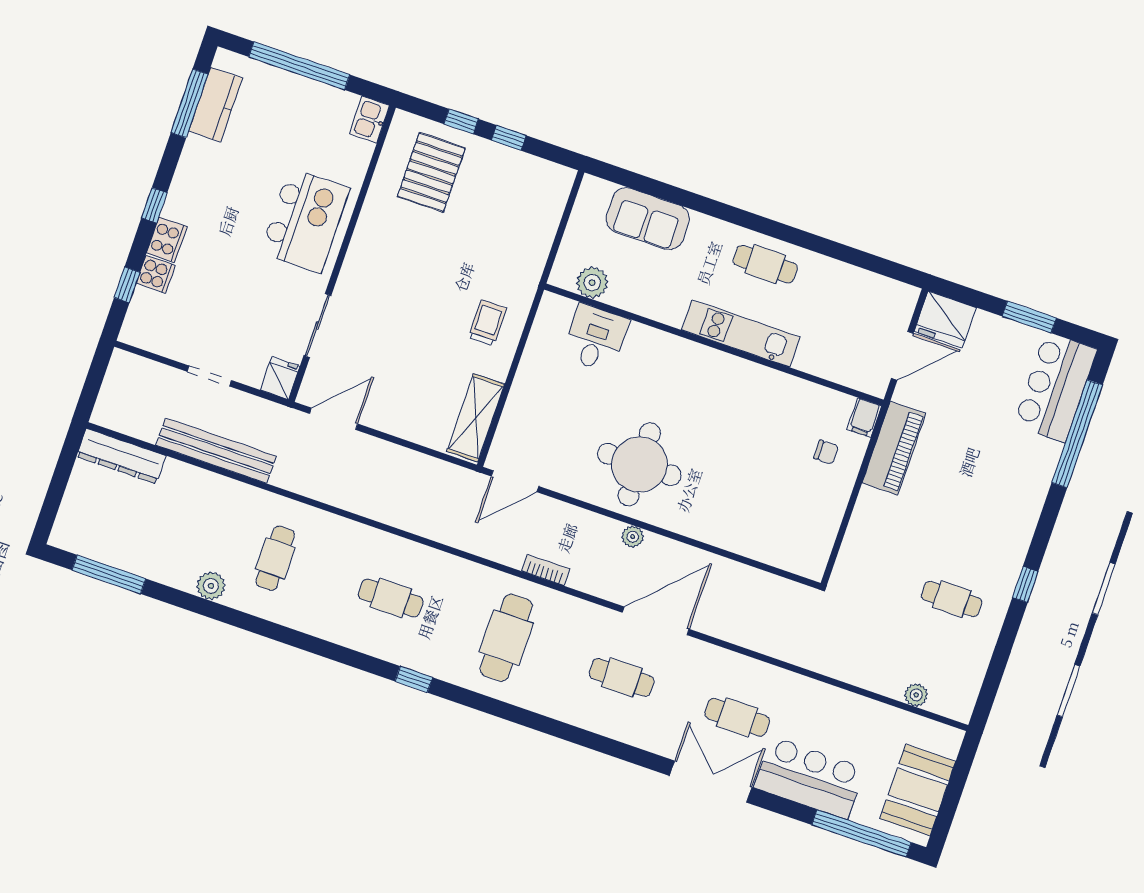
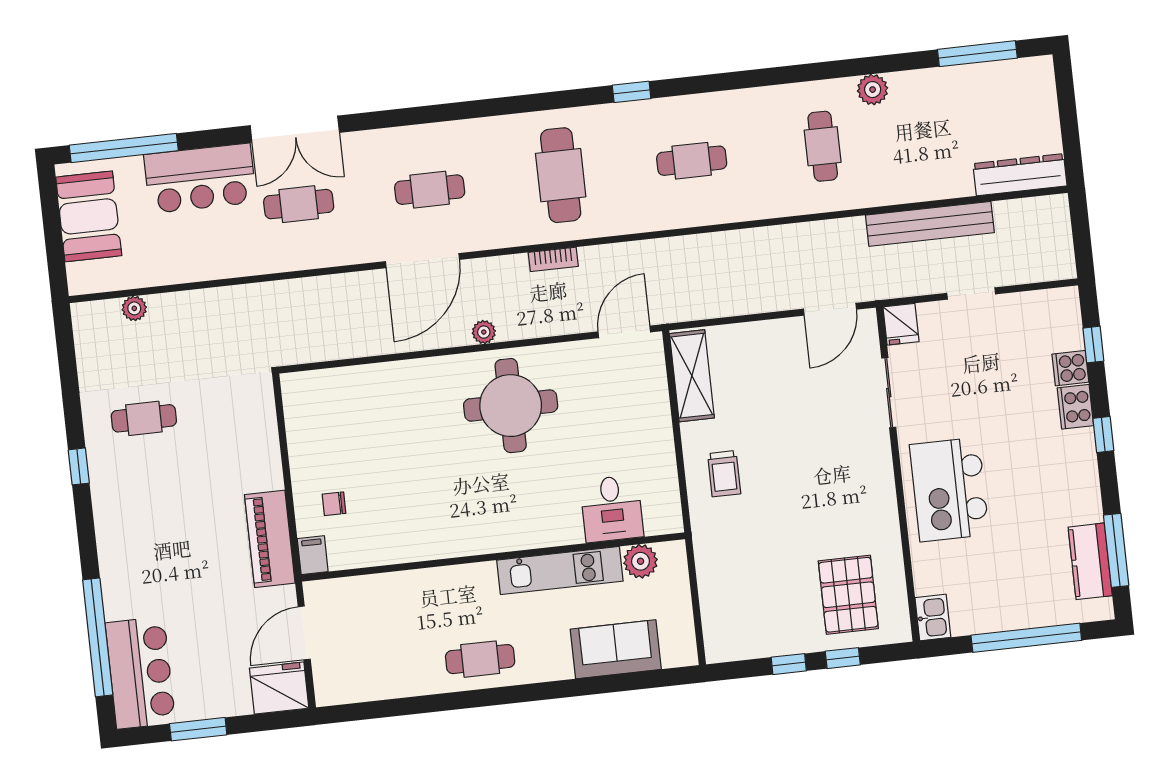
kitchen unit: (741, 333) -> (560, 571), moved

